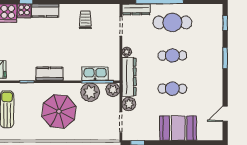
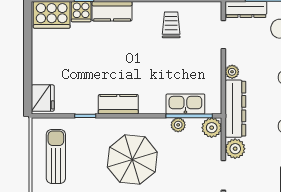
plant: (90, 92) -> (178, 125), width x0.53, depth x0.53

